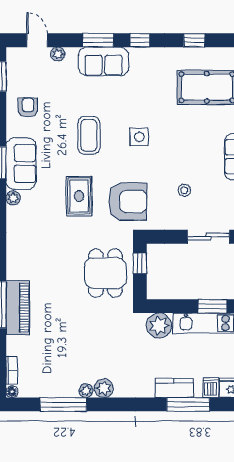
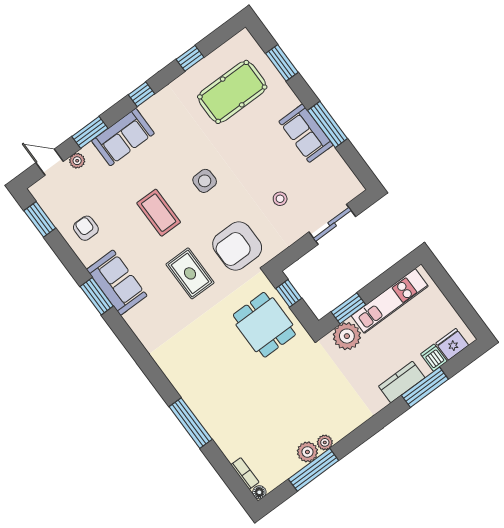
window: (98, 40) -> (90, 132), moved
plant: (13, 198) -> (132, 319), removed
armchair: (128, 201) -> (237, 246), turned 180
window: (212, 306) -> (348, 308), moved
piano: (18, 308) -> (209, 414), removed
plant: (104, 388) -> (307, 452), moved

